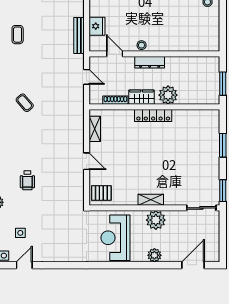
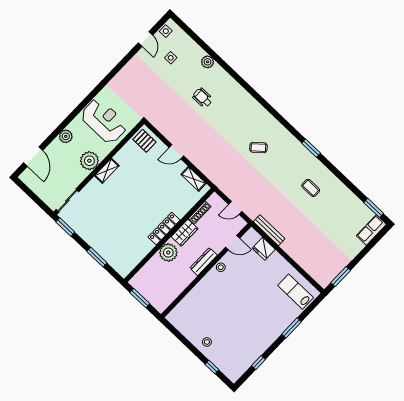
pallet: (101, 193) -> (144, 141), turned 90

